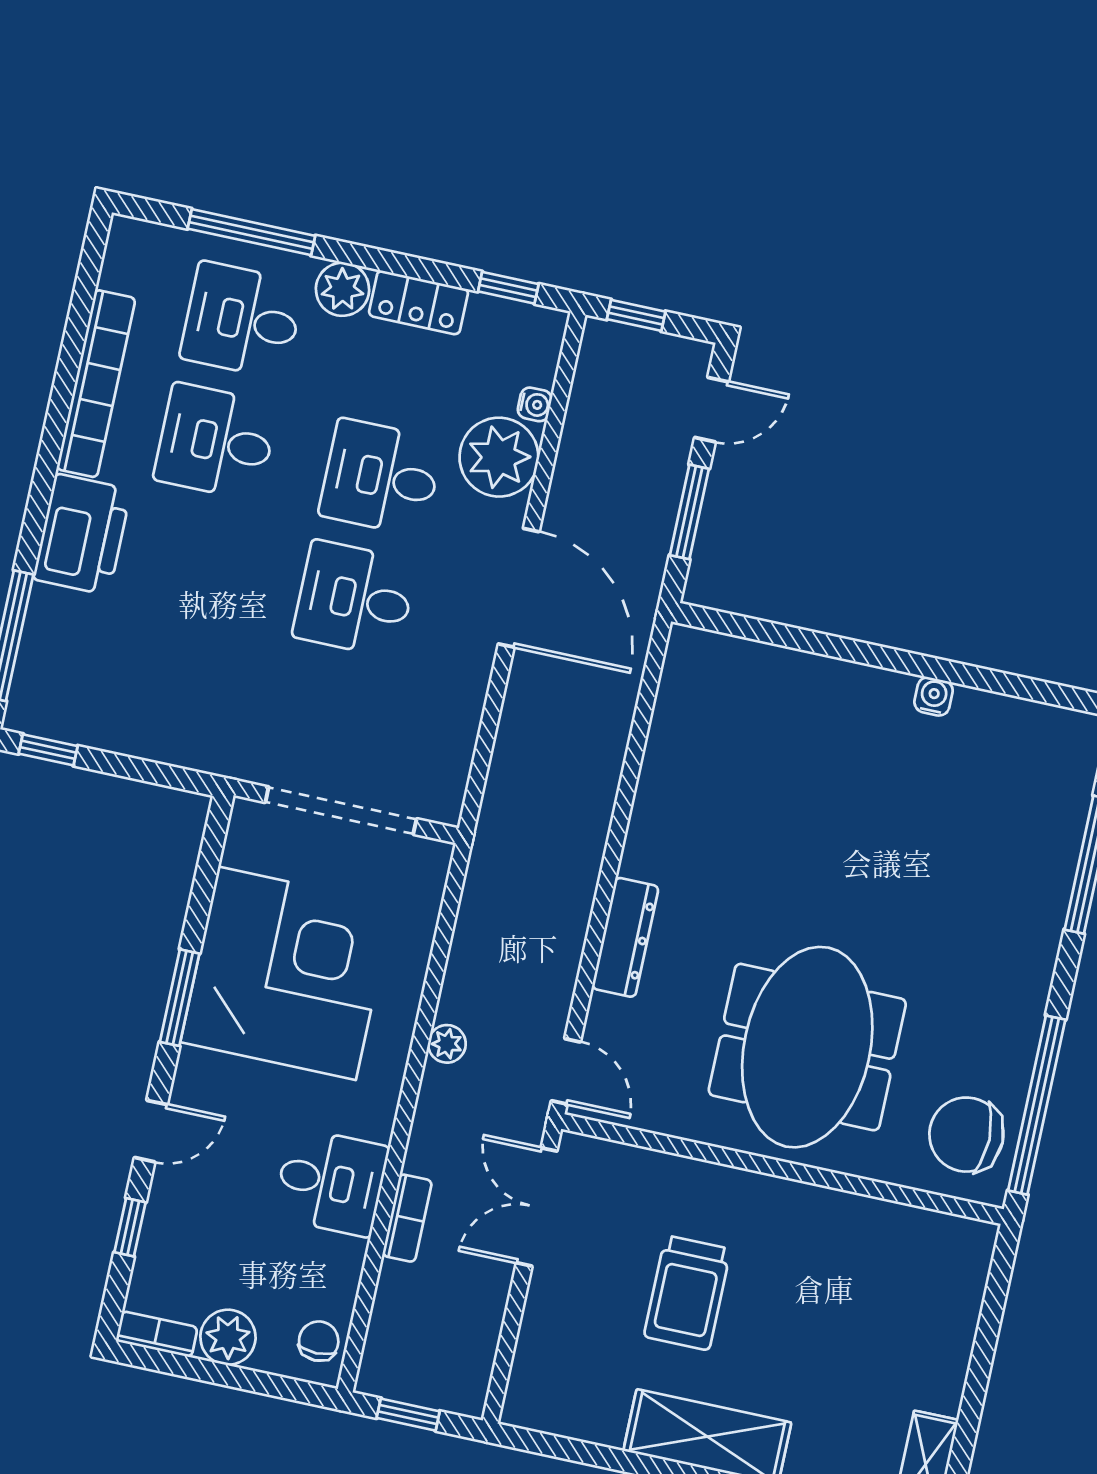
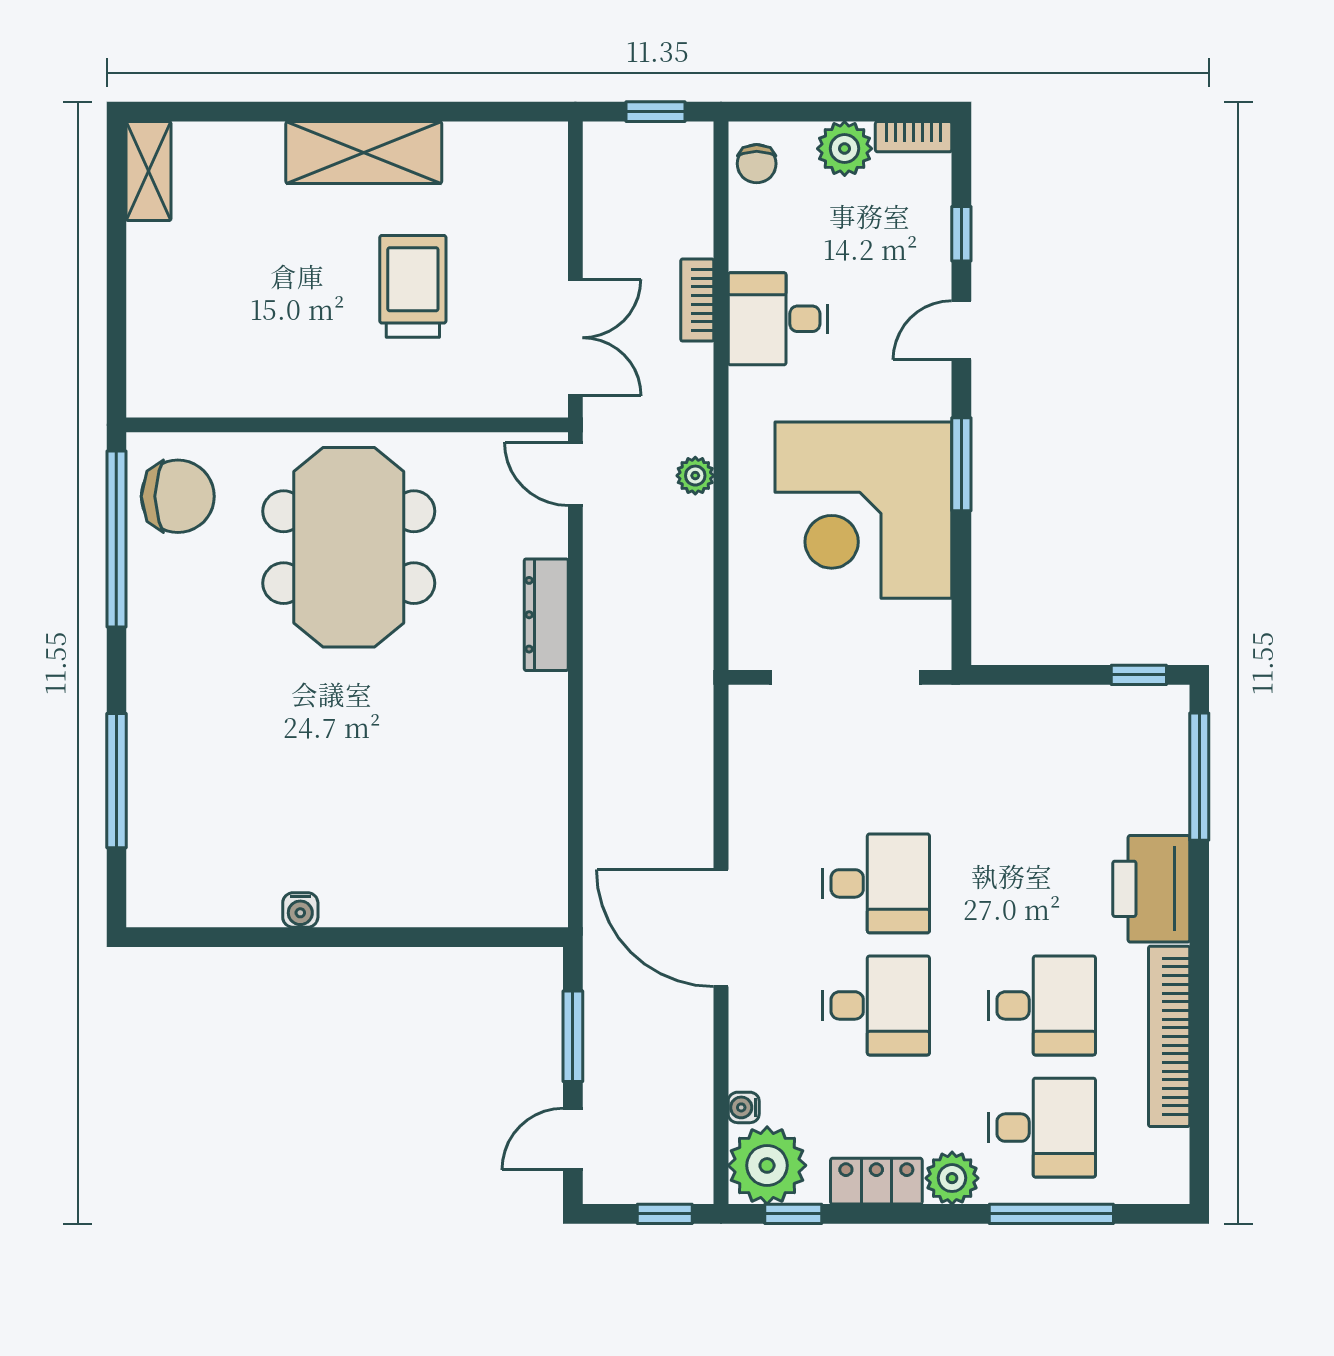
plant: (499, 457) -> (767, 1165), moved

